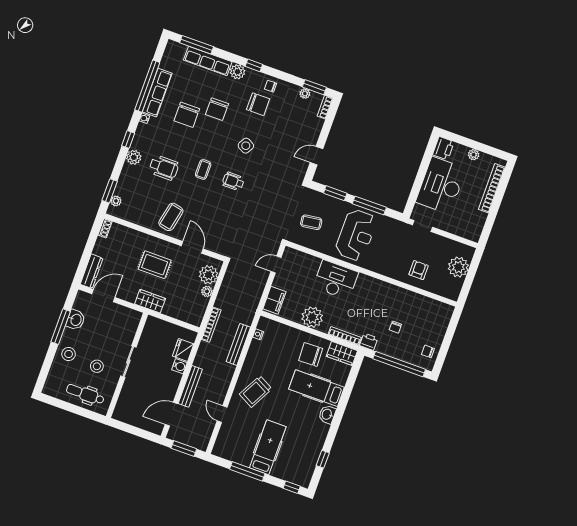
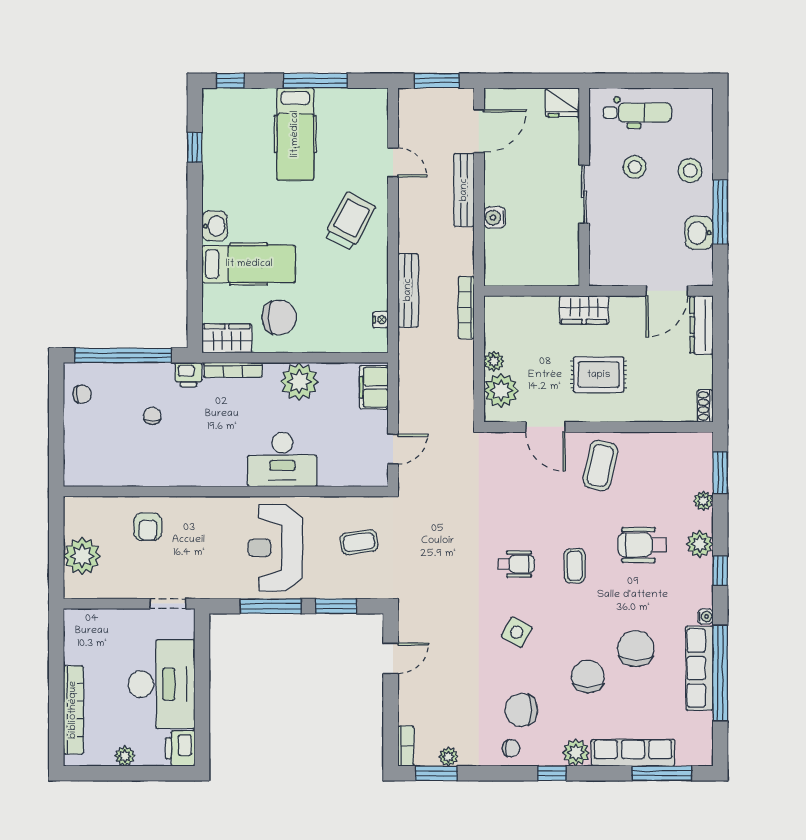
plant: (116, 201) -> (703, 501), moved
fridge: (183, 350) -> (562, 102), moved, turned 90

